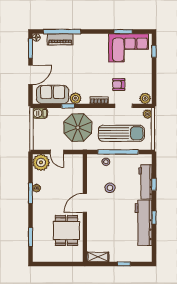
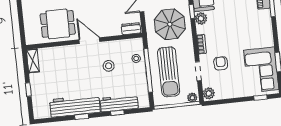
dresser: (78, 164) -> (131, 29), added

